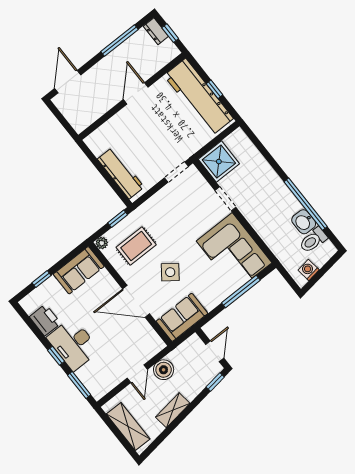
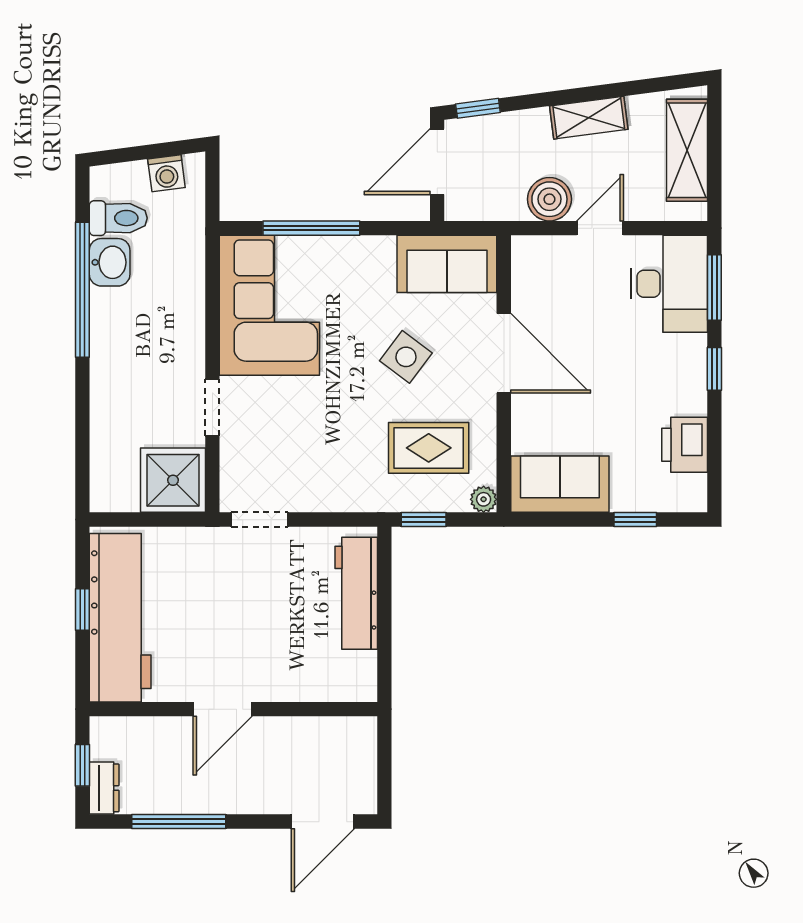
desk: (73, 344) -> (669, 284), moved
door: (215, 351) -> (437, 162), width x1.38

